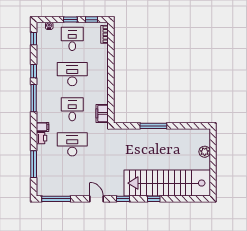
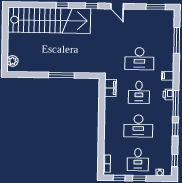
printer: (42, 138) -> (168, 95), moved
plant: (205, 152) -> (13, 61), moved
window: (56, 199) -> (156, 7), width x0.69

